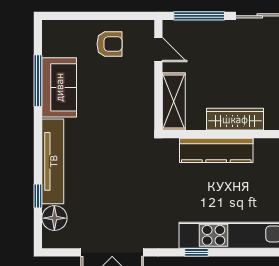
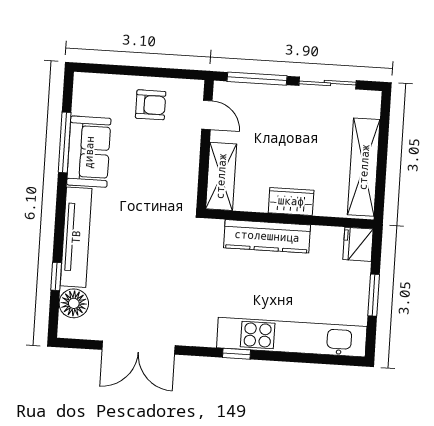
wardrobe: (235, 119) -> (291, 201), width x0.67

